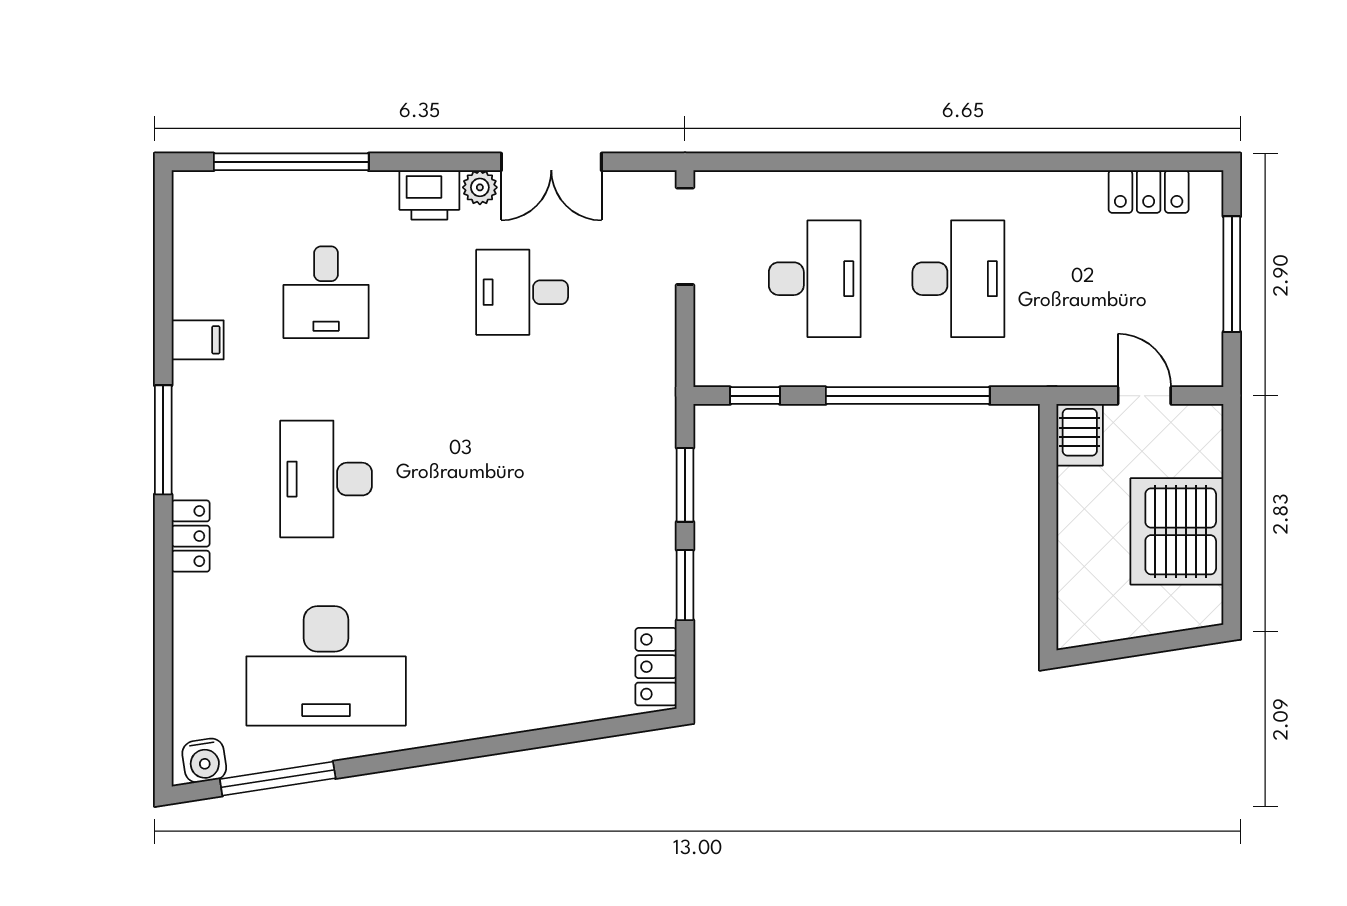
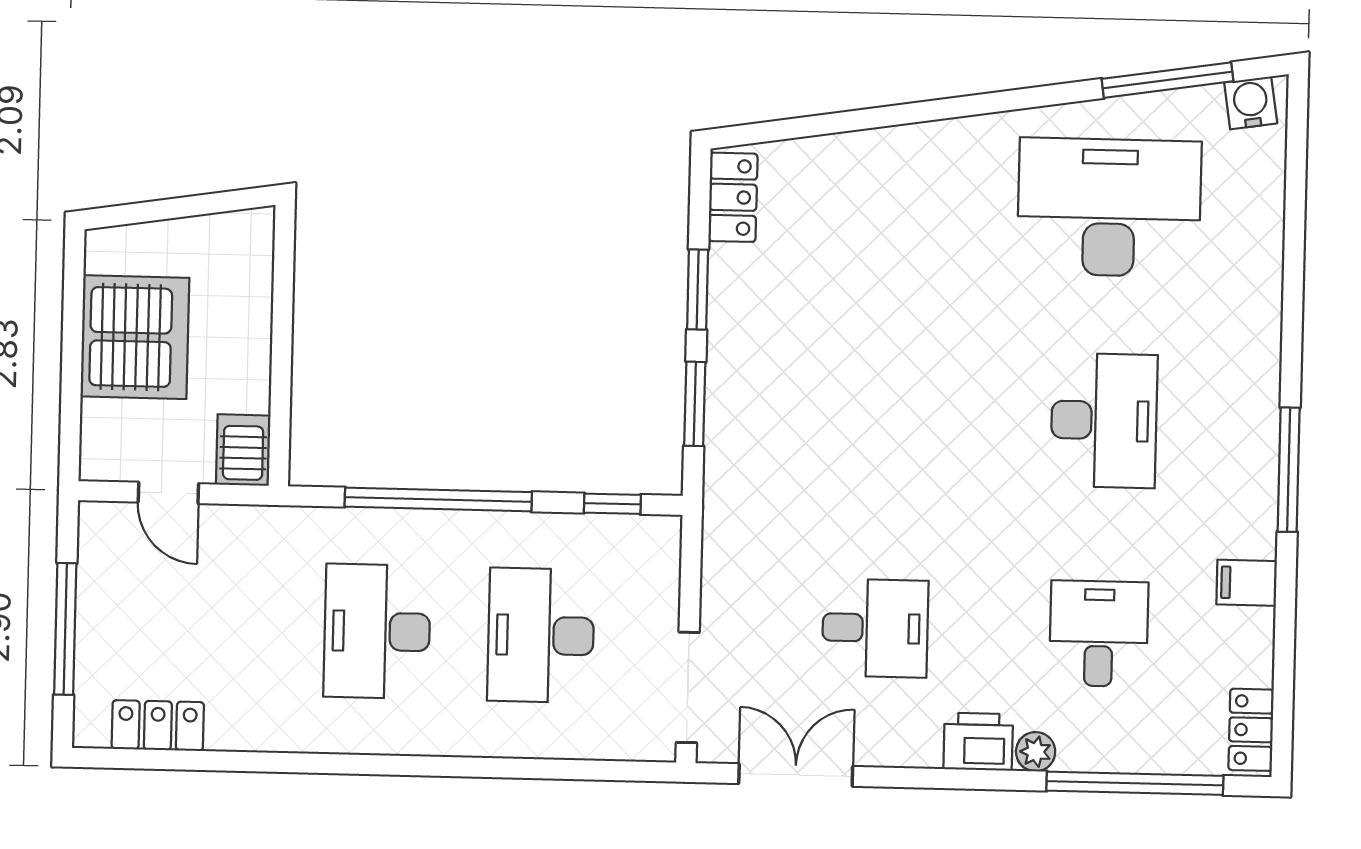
double door: (551, 162) -> (796, 775), moved
plant: (480, 187) -> (1036, 752), moved
locker: (191, 536) -> (1251, 730), moved

